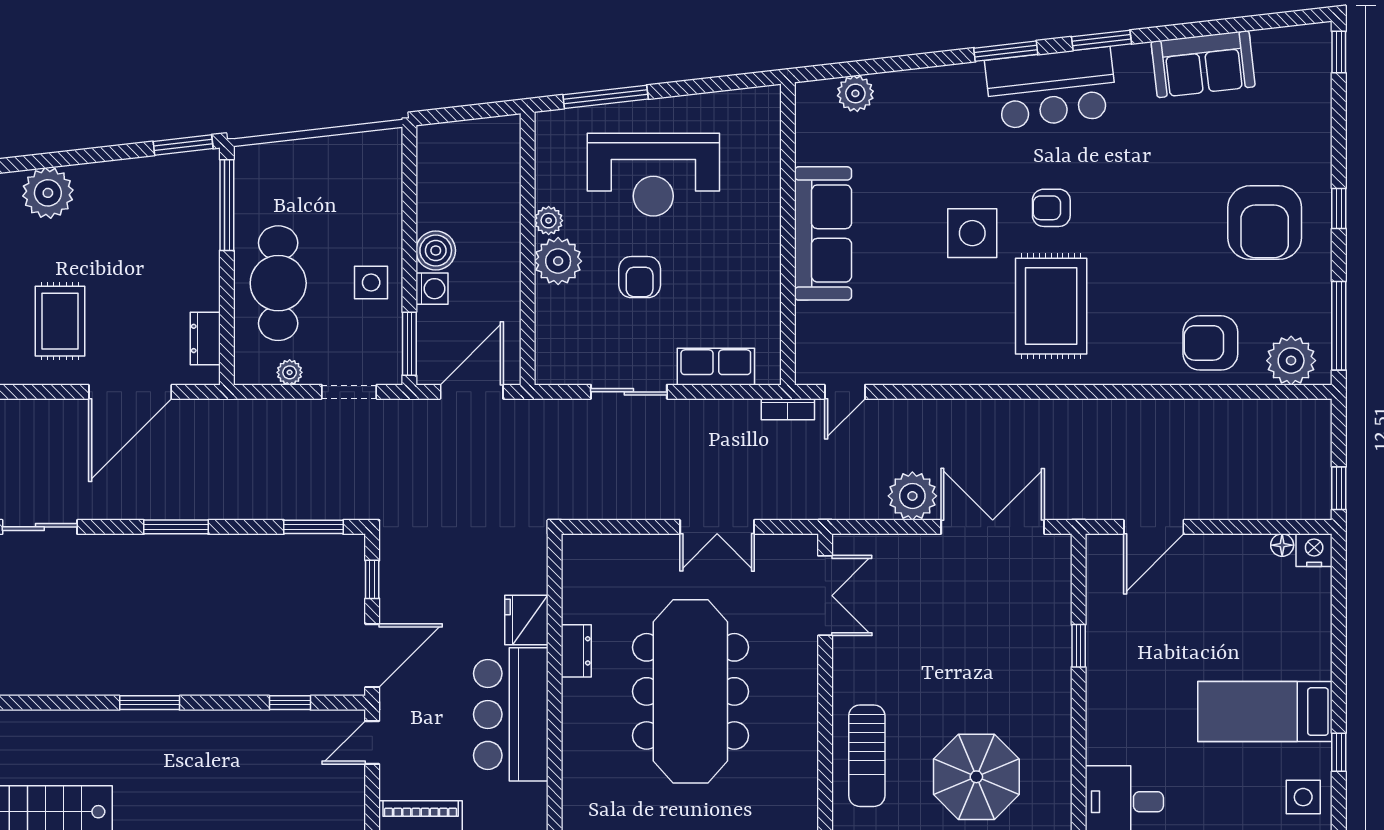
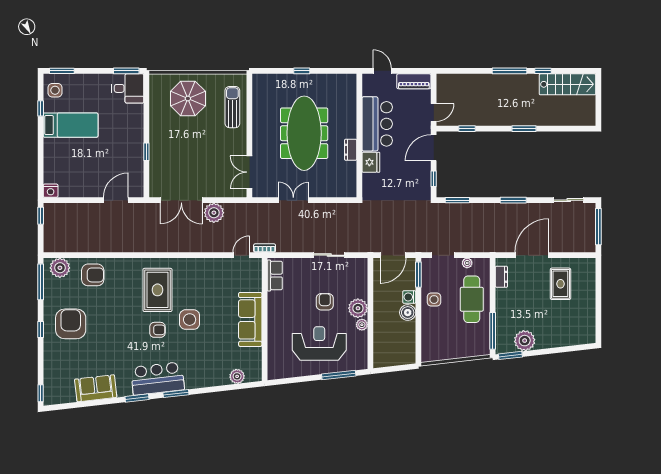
plant: (48, 193) -> (525, 341), moved
row of seats: (716, 367) -> (275, 276), moved, turned -90
floor lamp: (1282, 545) -> (64, 193), removed

